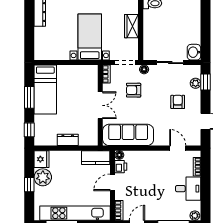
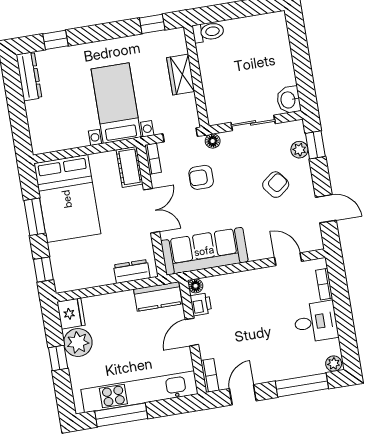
cot: (91, 77) -> (130, 167), added
bed: (45, 90) -> (67, 199), width x1.50
armchair: (178, 102) -> (276, 185), turned 52
dresser: (68, 140) -> (132, 271), moved

